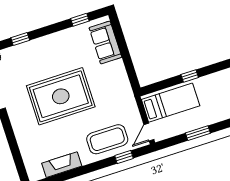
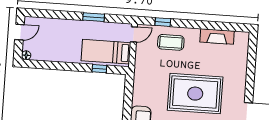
window: (190, 76) -> (99, 69), moved
coffee table: (107, 139) -> (171, 42), width x0.73, depth x0.76

